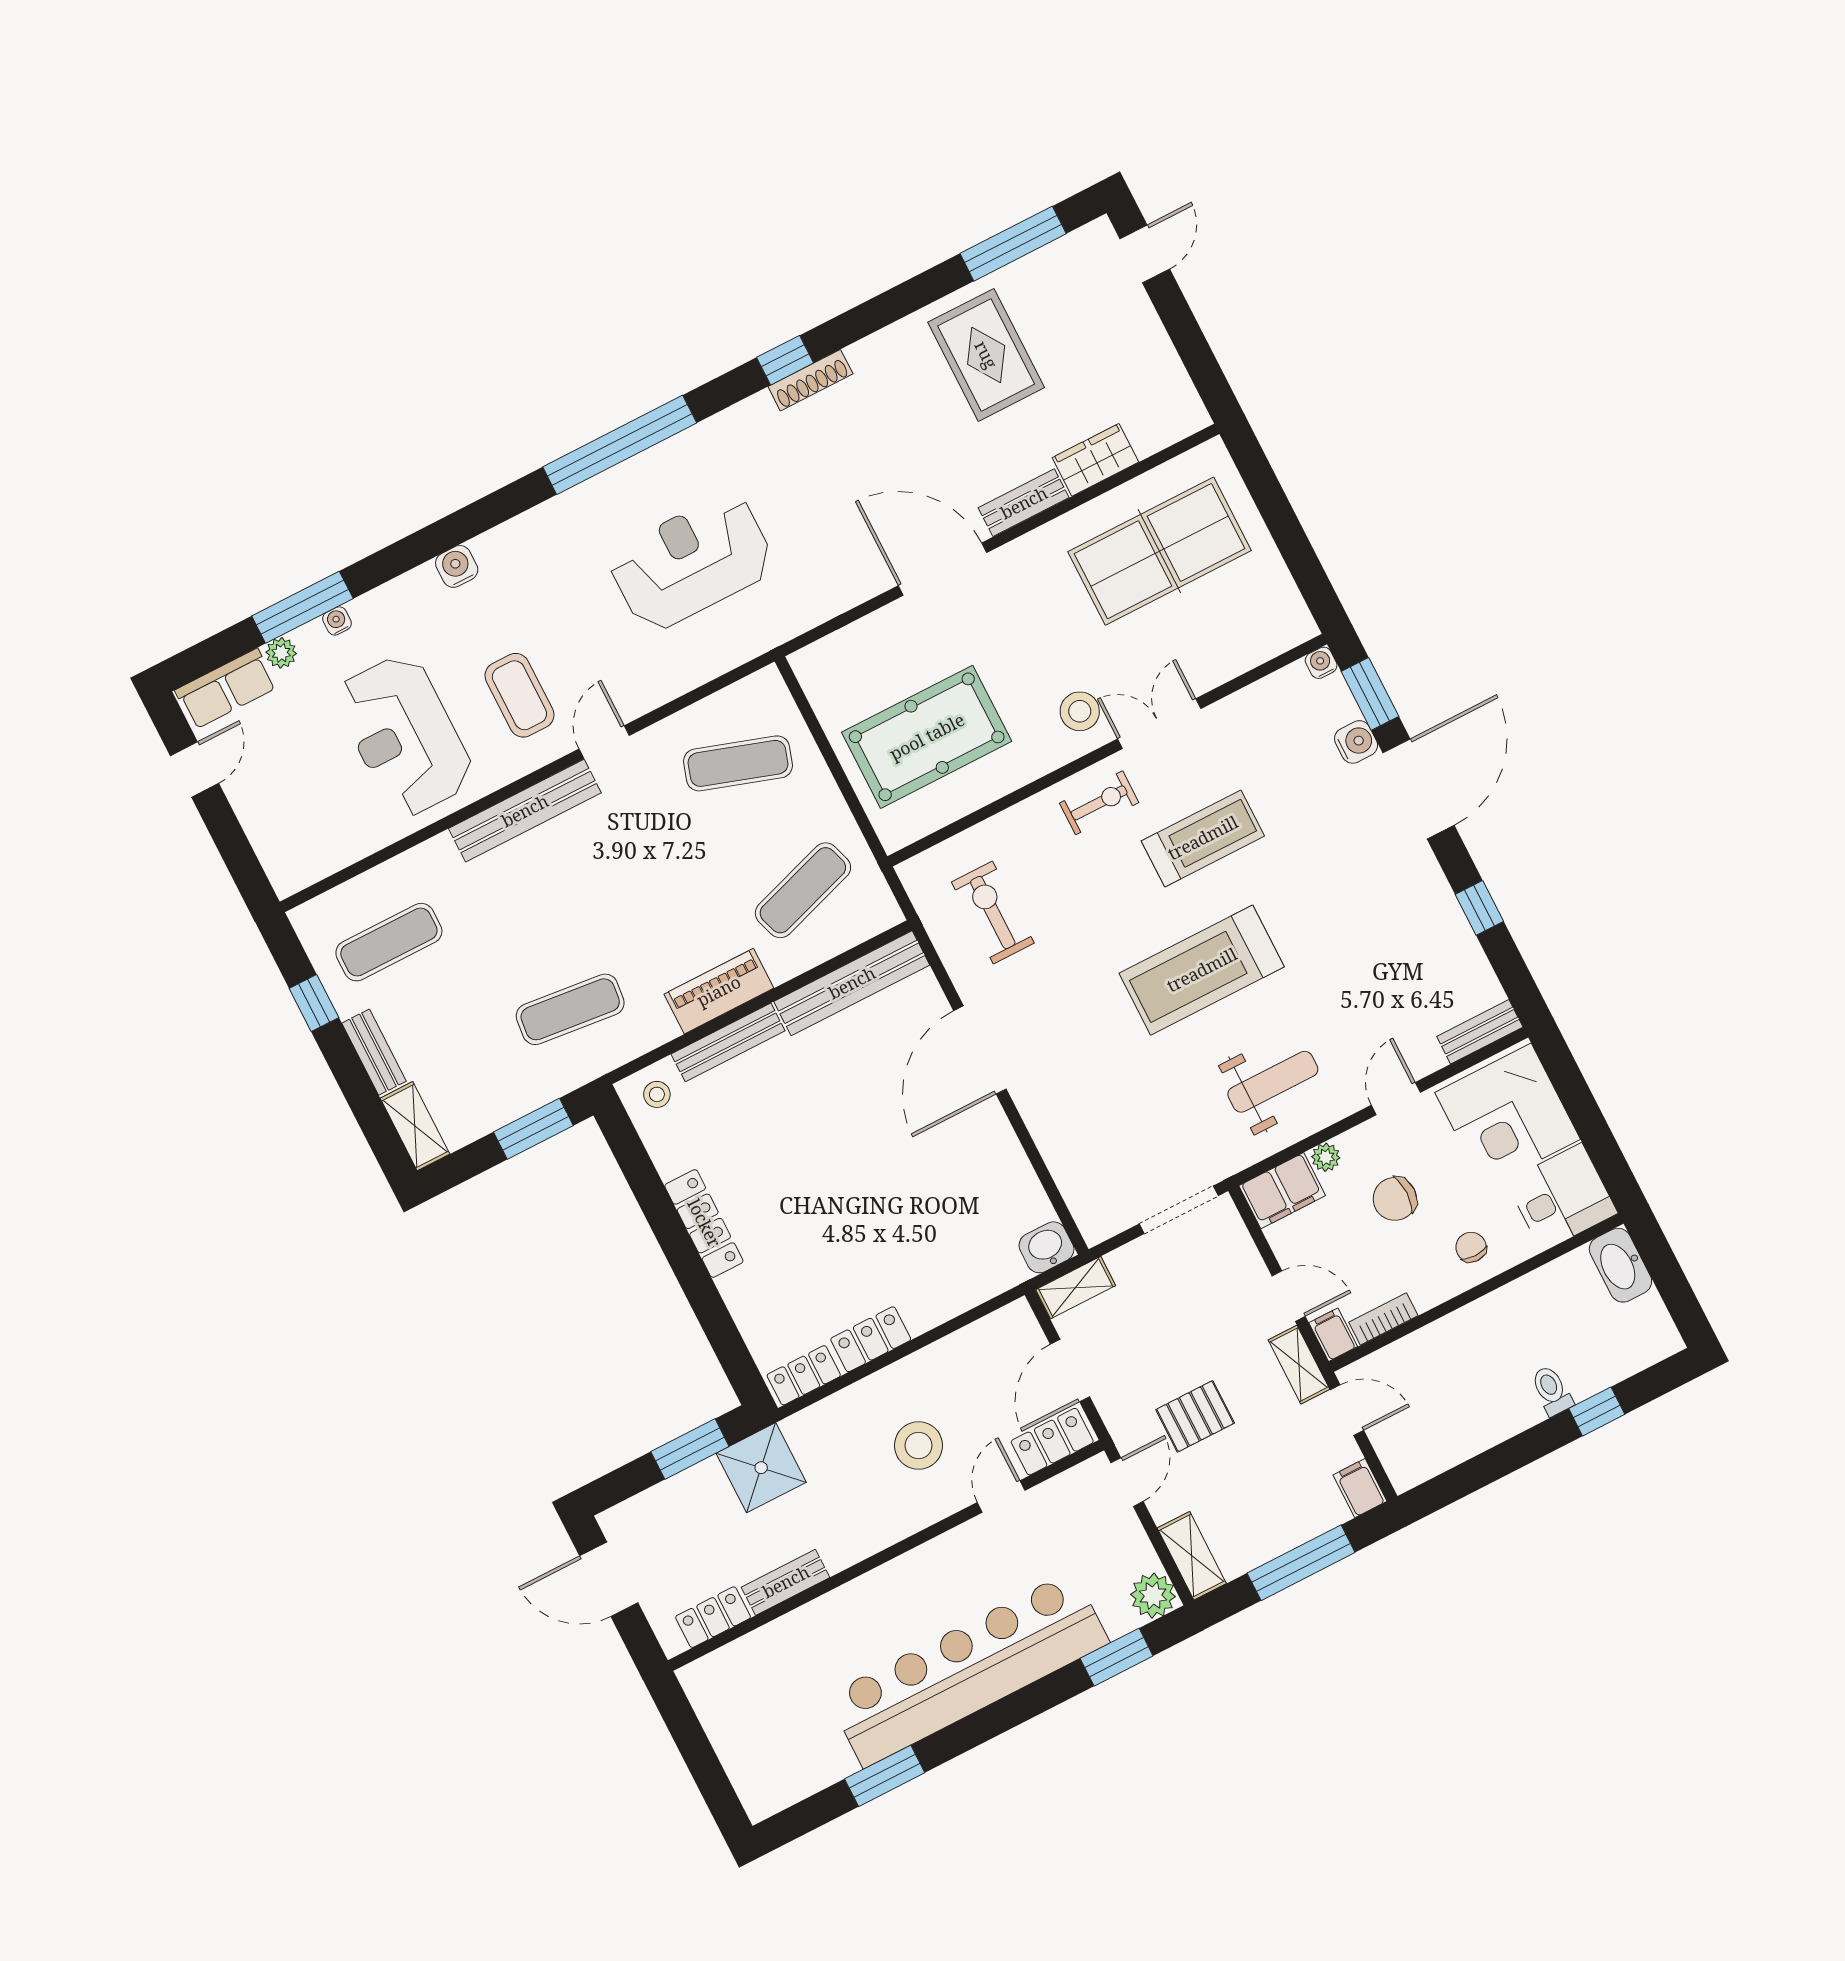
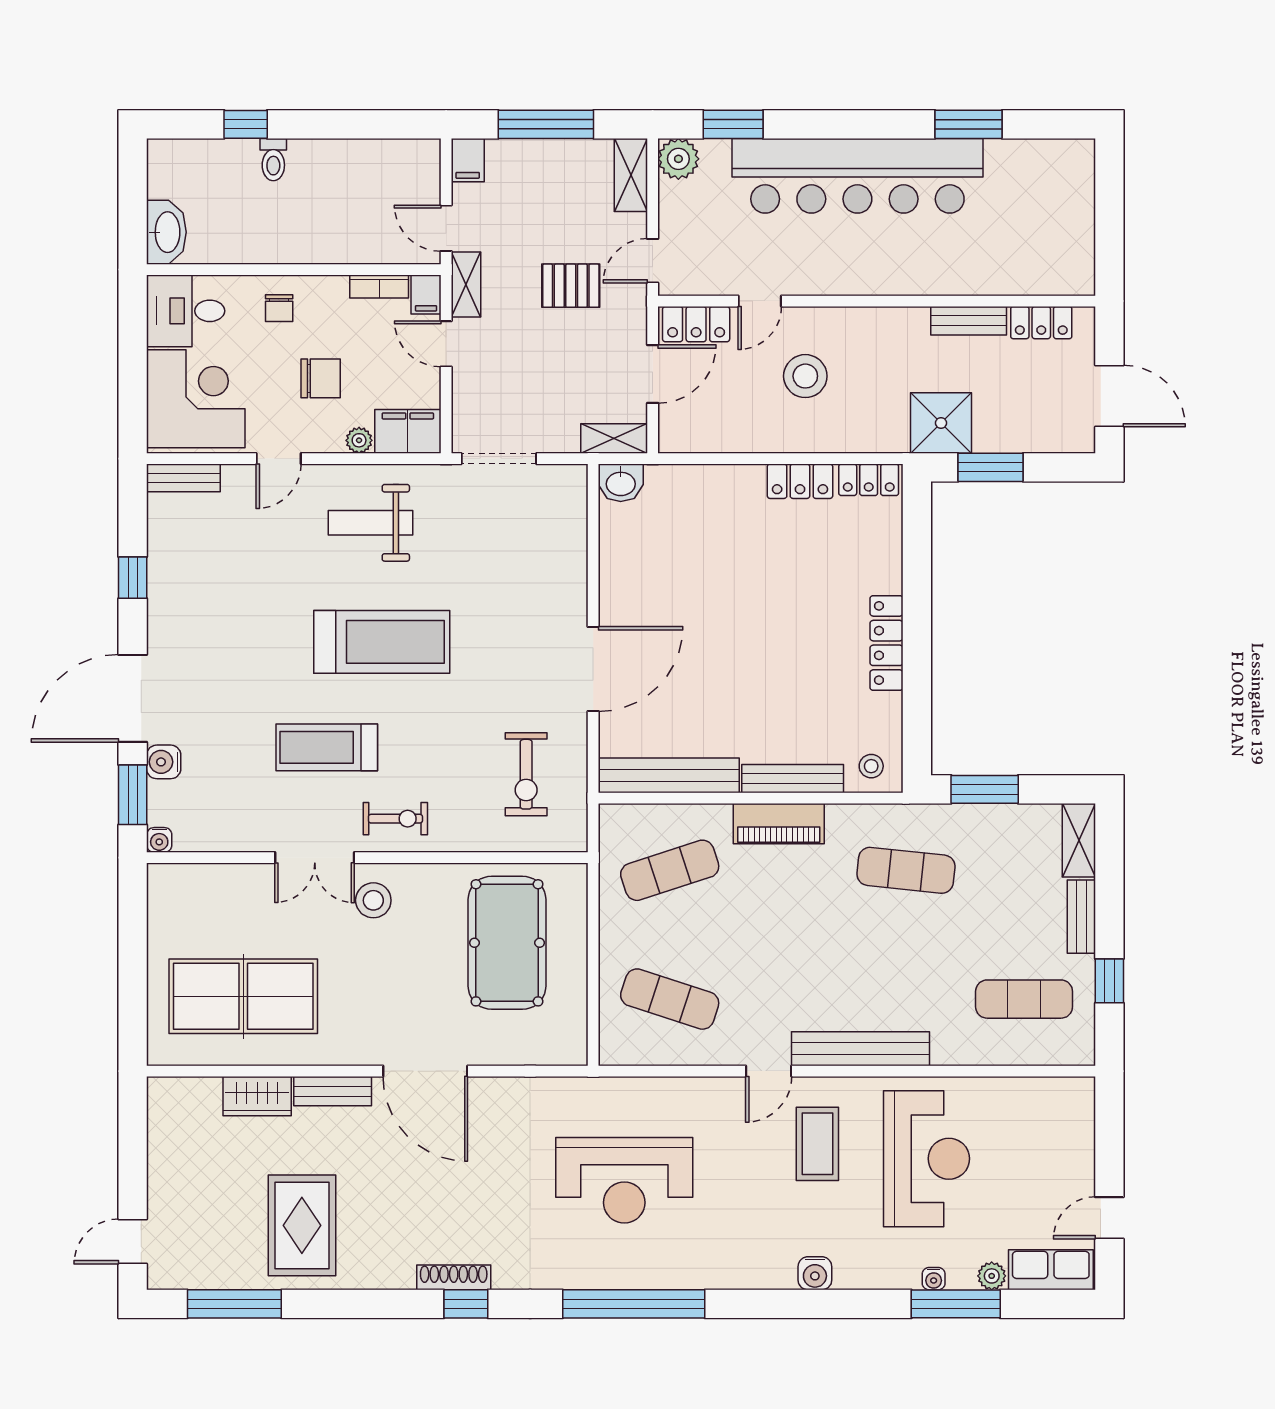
pool table: (927, 737) -> (507, 943), turned 90
exercise bike: (1099, 803) -> (395, 819), turned 180

